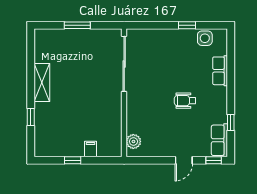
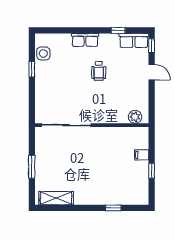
row of seats: (220, 71) -> (85, 40), moved
shelving: (42, 83) -> (56, 198), moved

